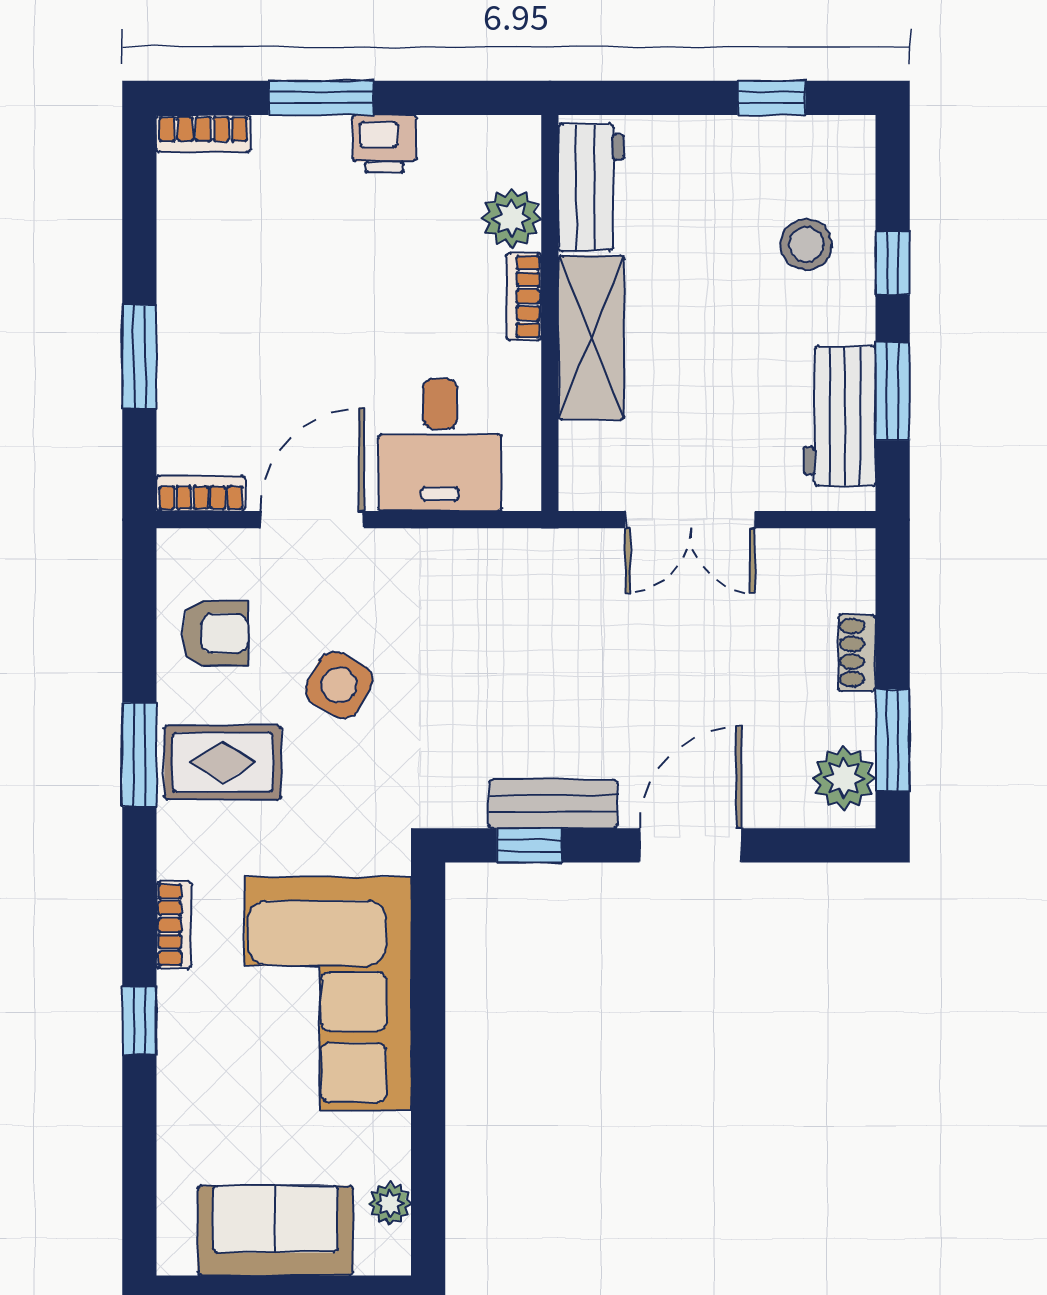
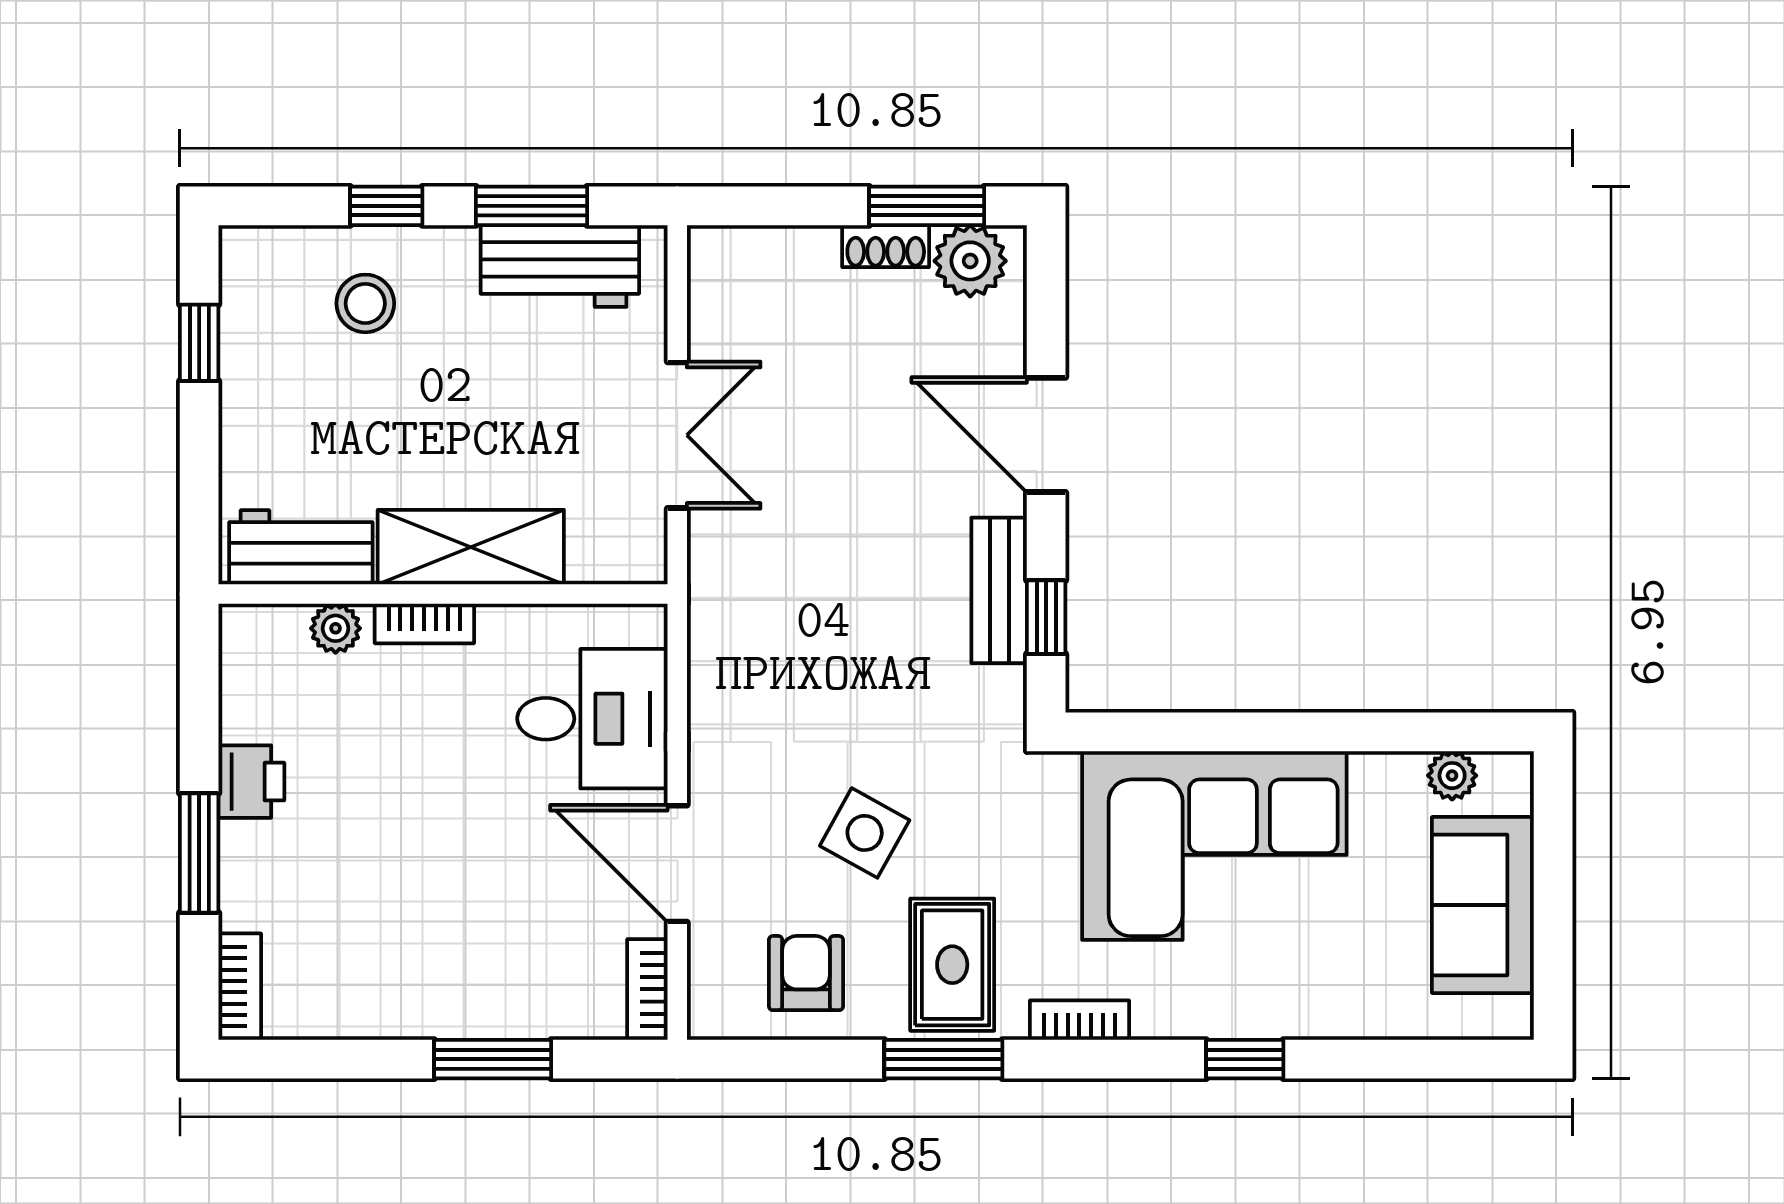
plant: (511, 218) -> (336, 628), width x0.73, depth x0.73
shoe rack: (857, 653) -> (886, 246), moved
bookcase: (174, 925) -> (1079, 1020), moved

